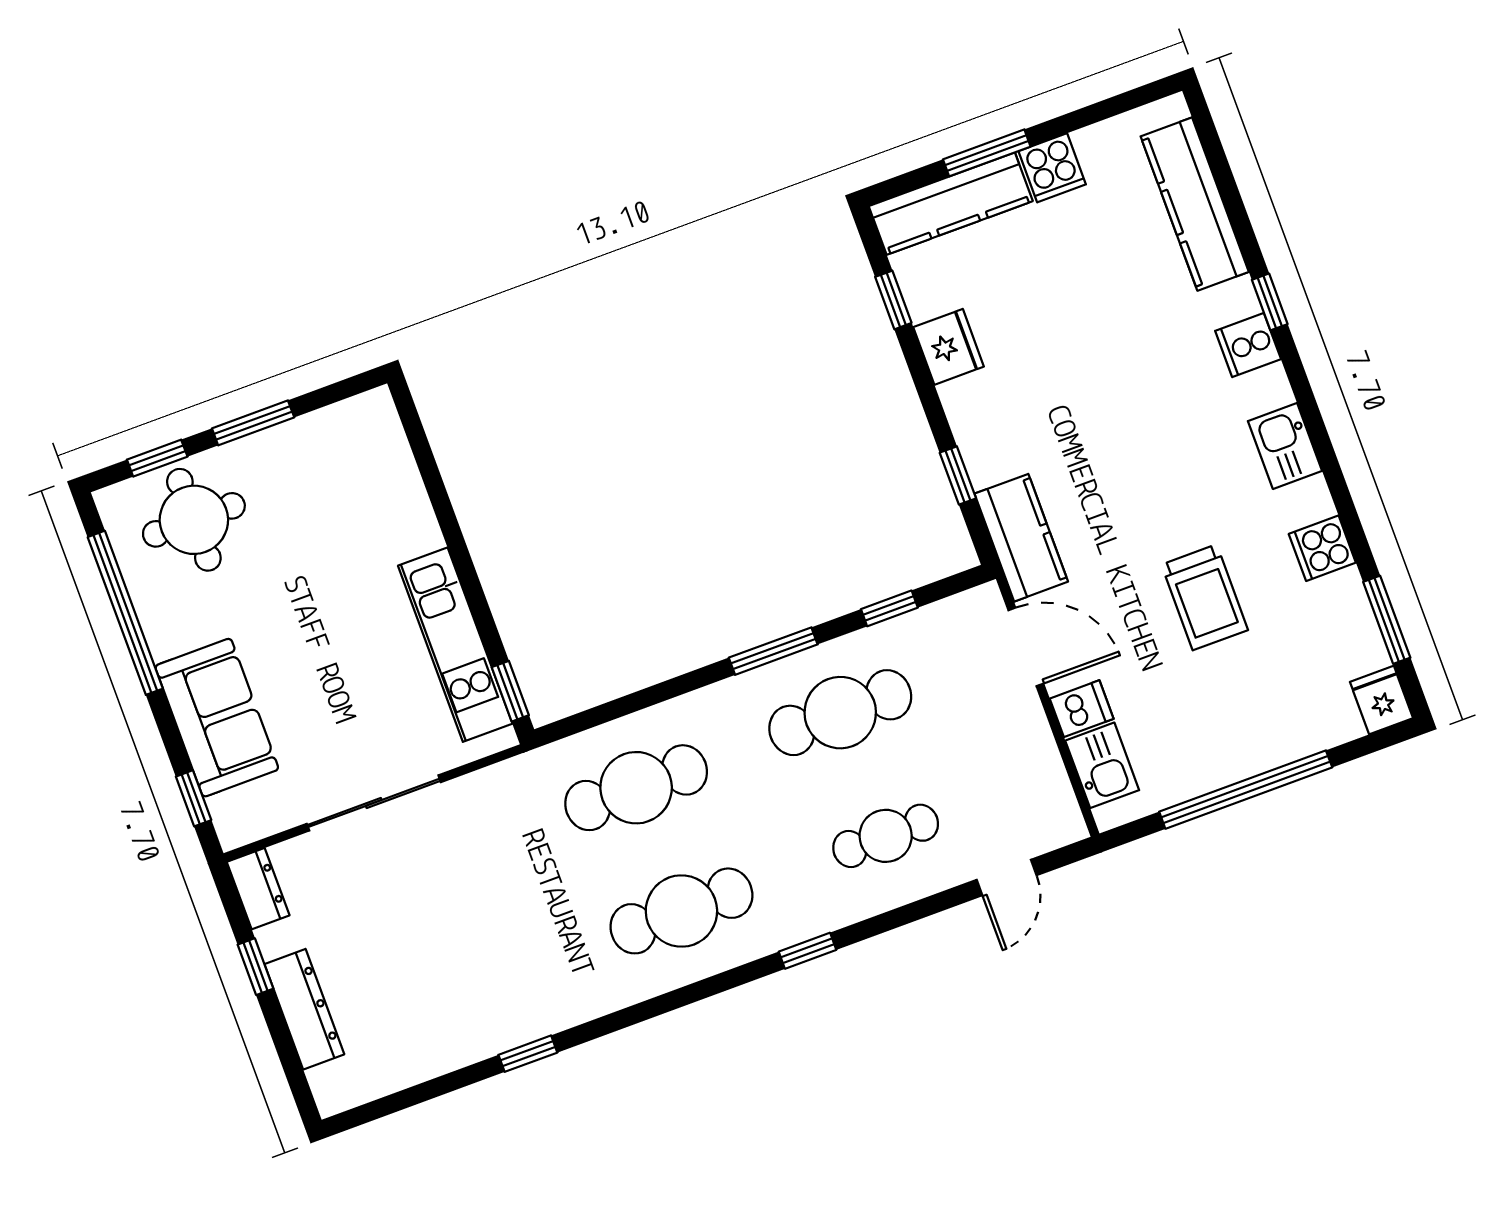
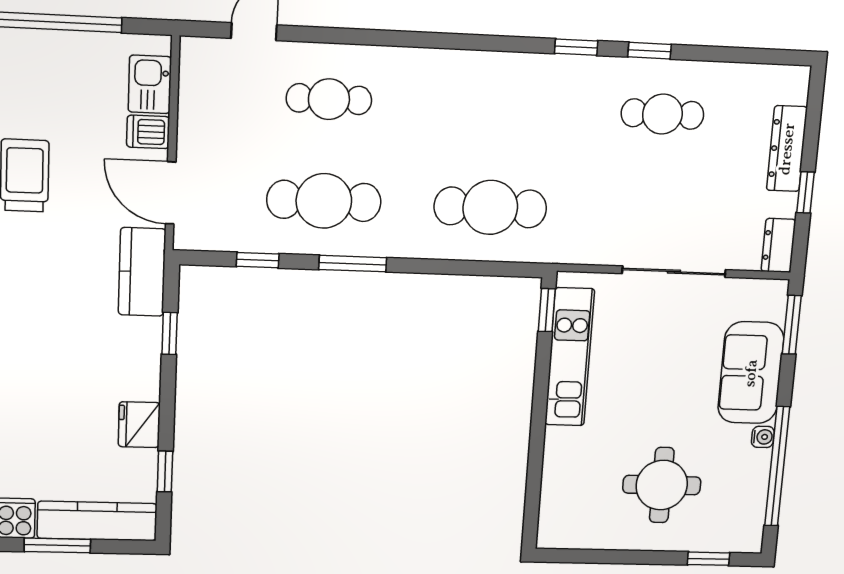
window: (253, 423) -> (636, 557), removed
round table: (194, 520) -> (662, 485), moved
water cooler: (162, 643) -> (763, 437), added
window: (194, 798) -> (792, 325), width x1.50
cafe table: (681, 911) -> (662, 114), moved, width x0.73, depth x0.74
window: (807, 951) -> (576, 47), moved

